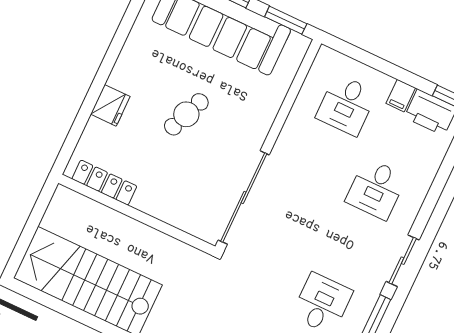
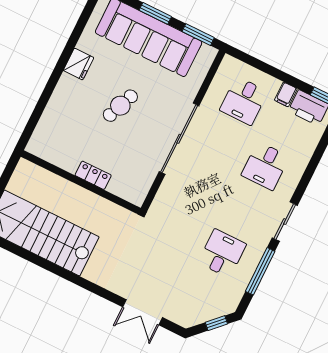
fridge: (110, 105) -> (79, 64), moved
locker: (104, 183) -> (93, 175), moved, width x0.66
sliding door: (244, 197) -> (179, 139), moved

